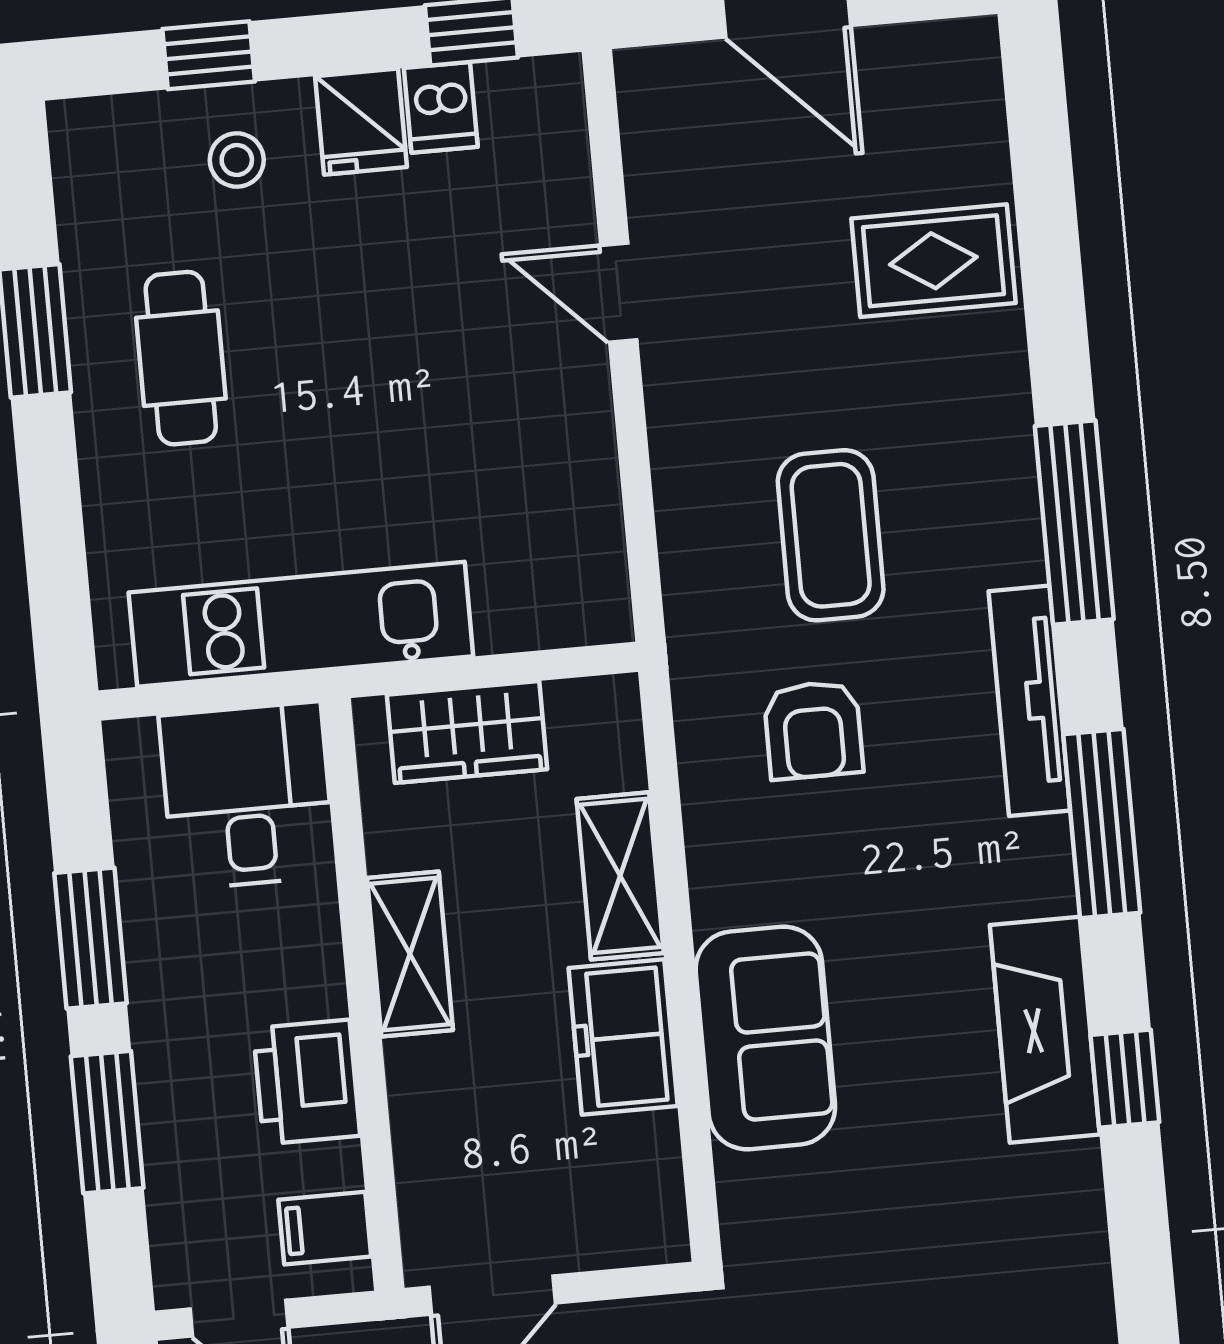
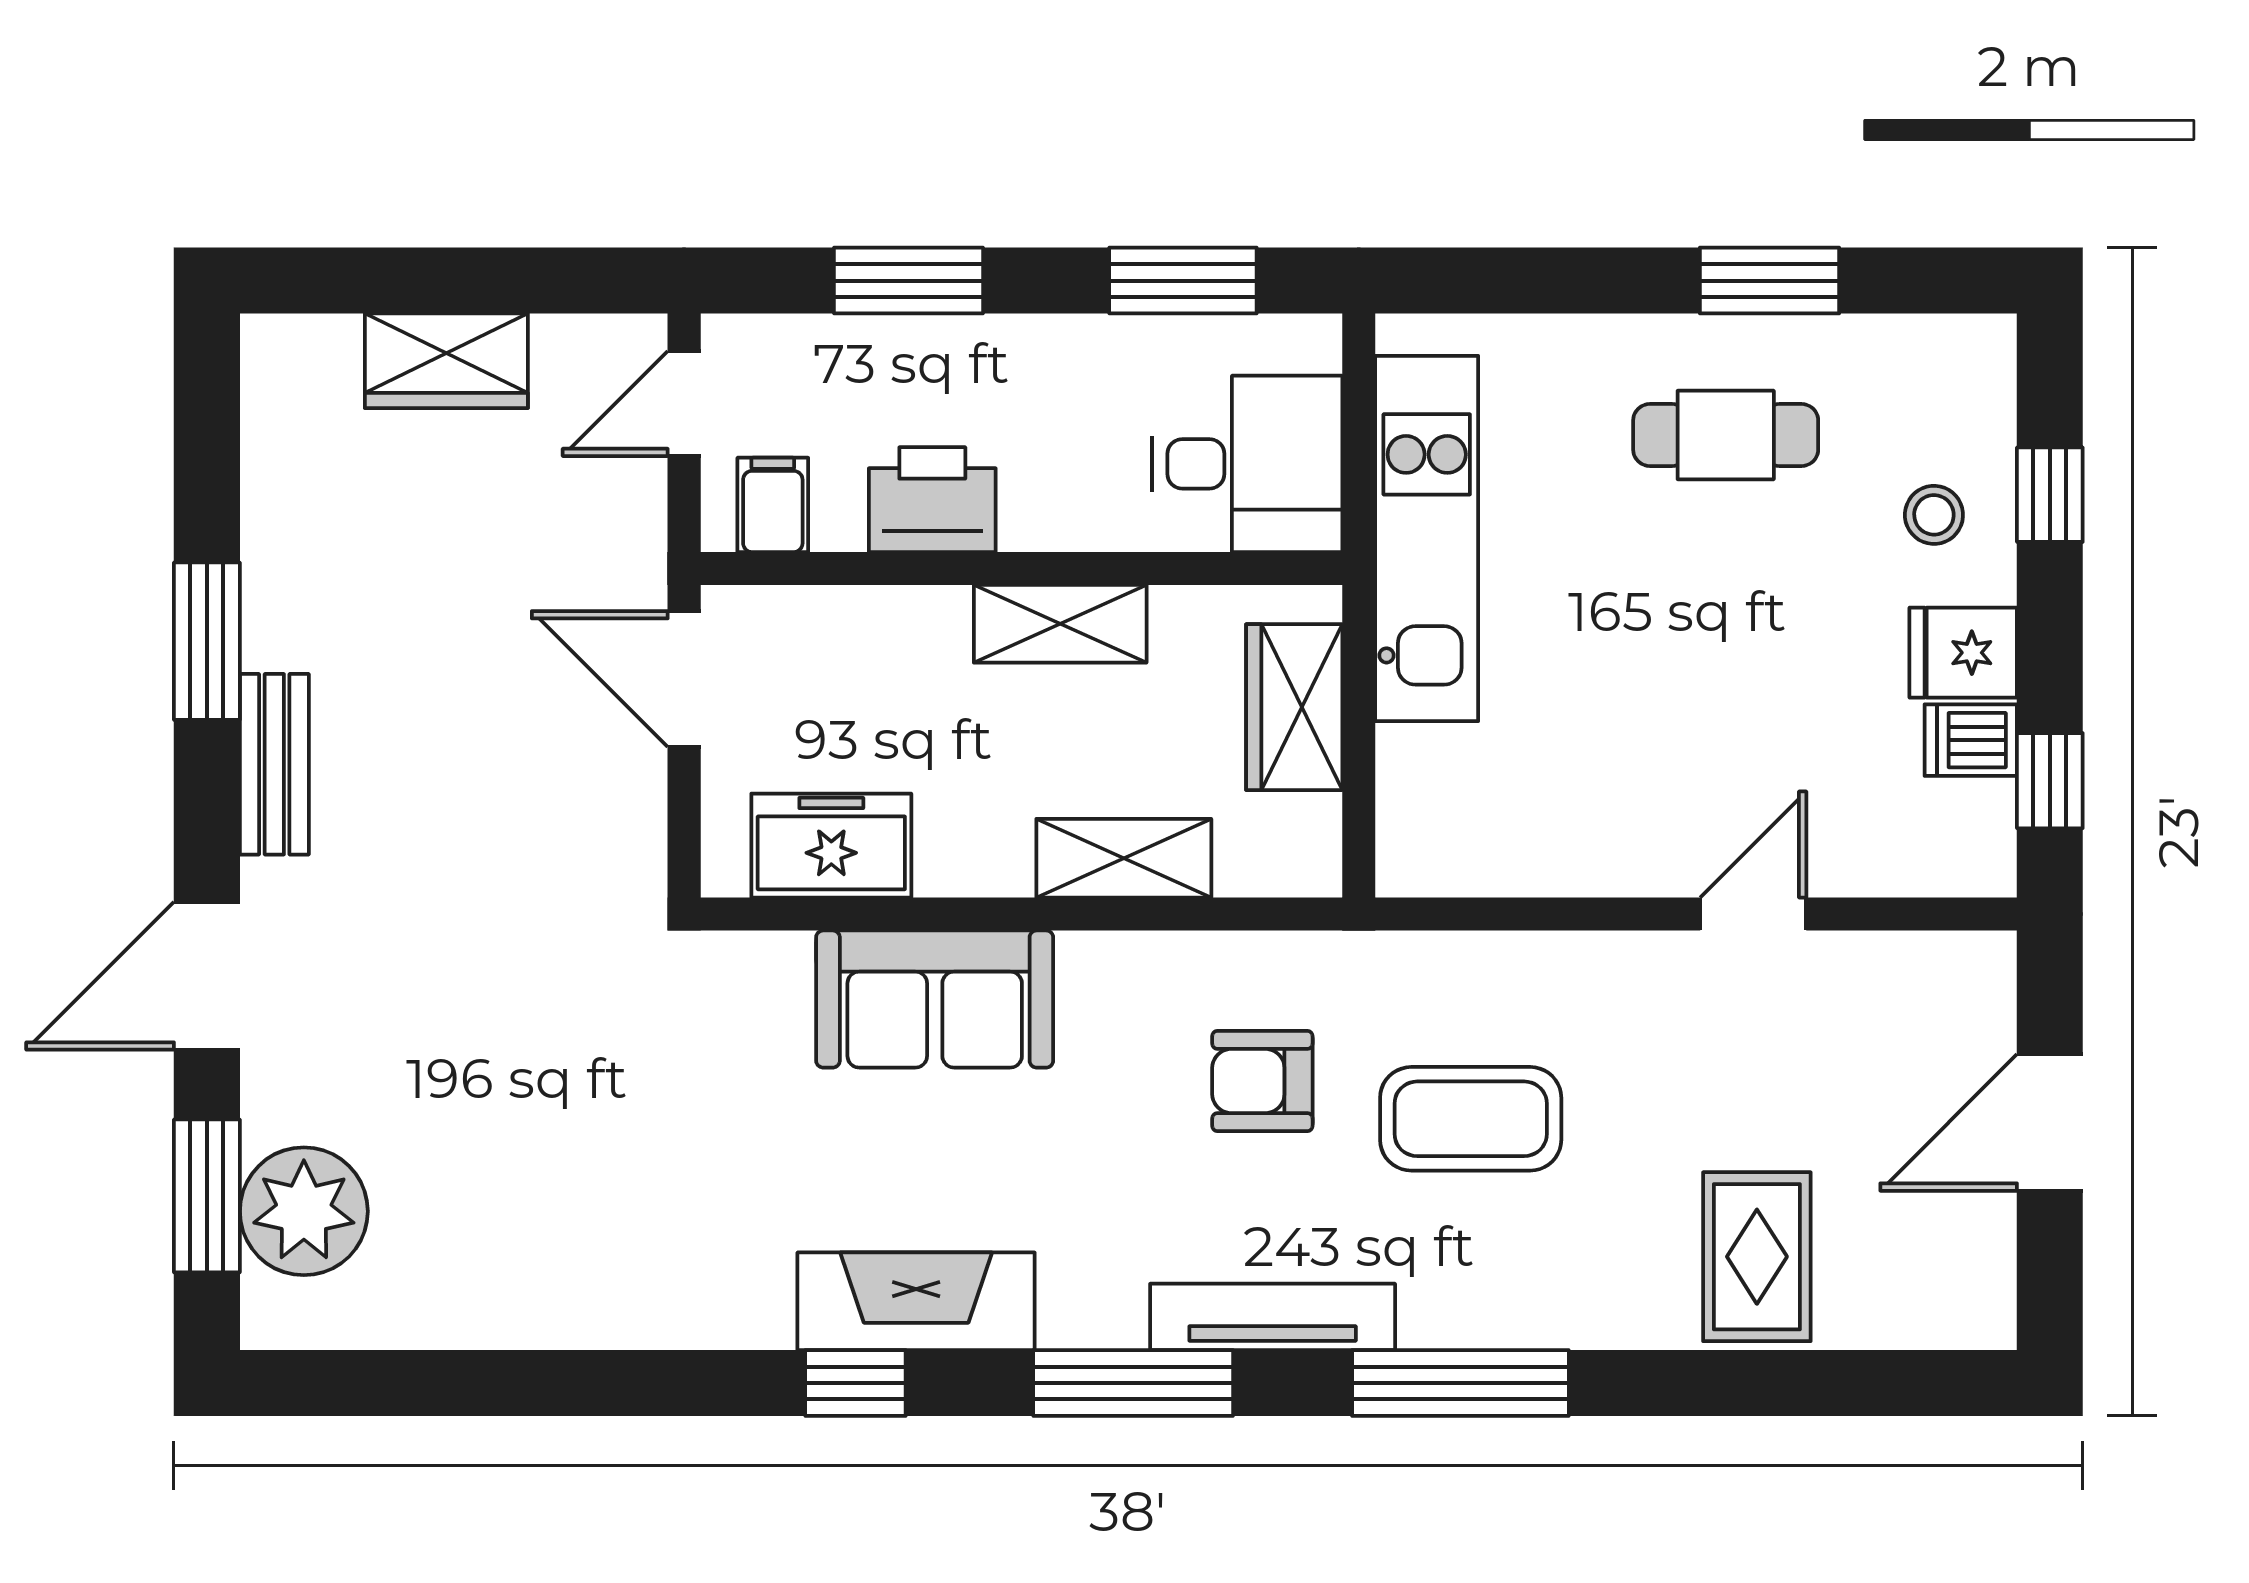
window: (90, 938) -> (1183, 281), moved
freezer: (623, 1037) -> (831, 846), moved

